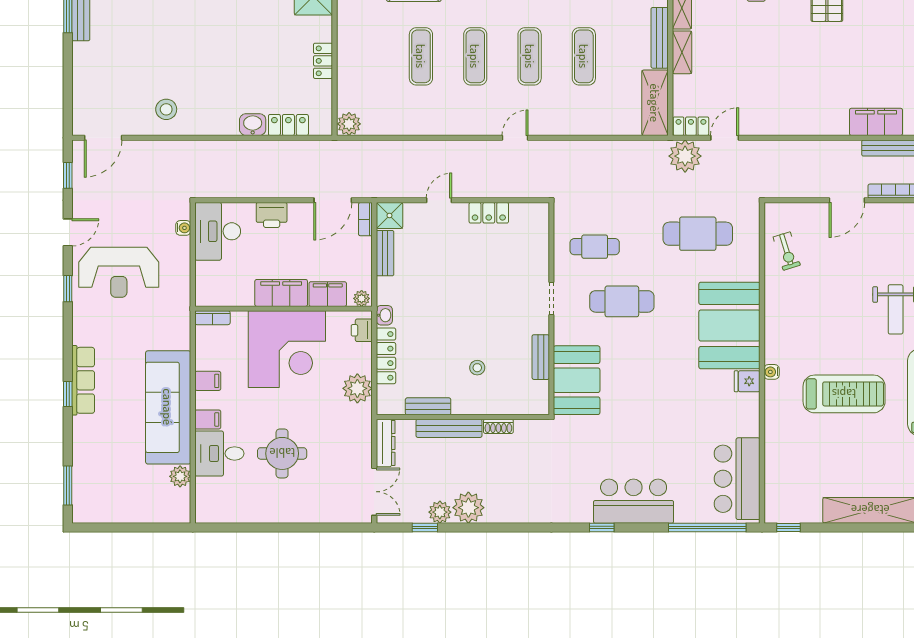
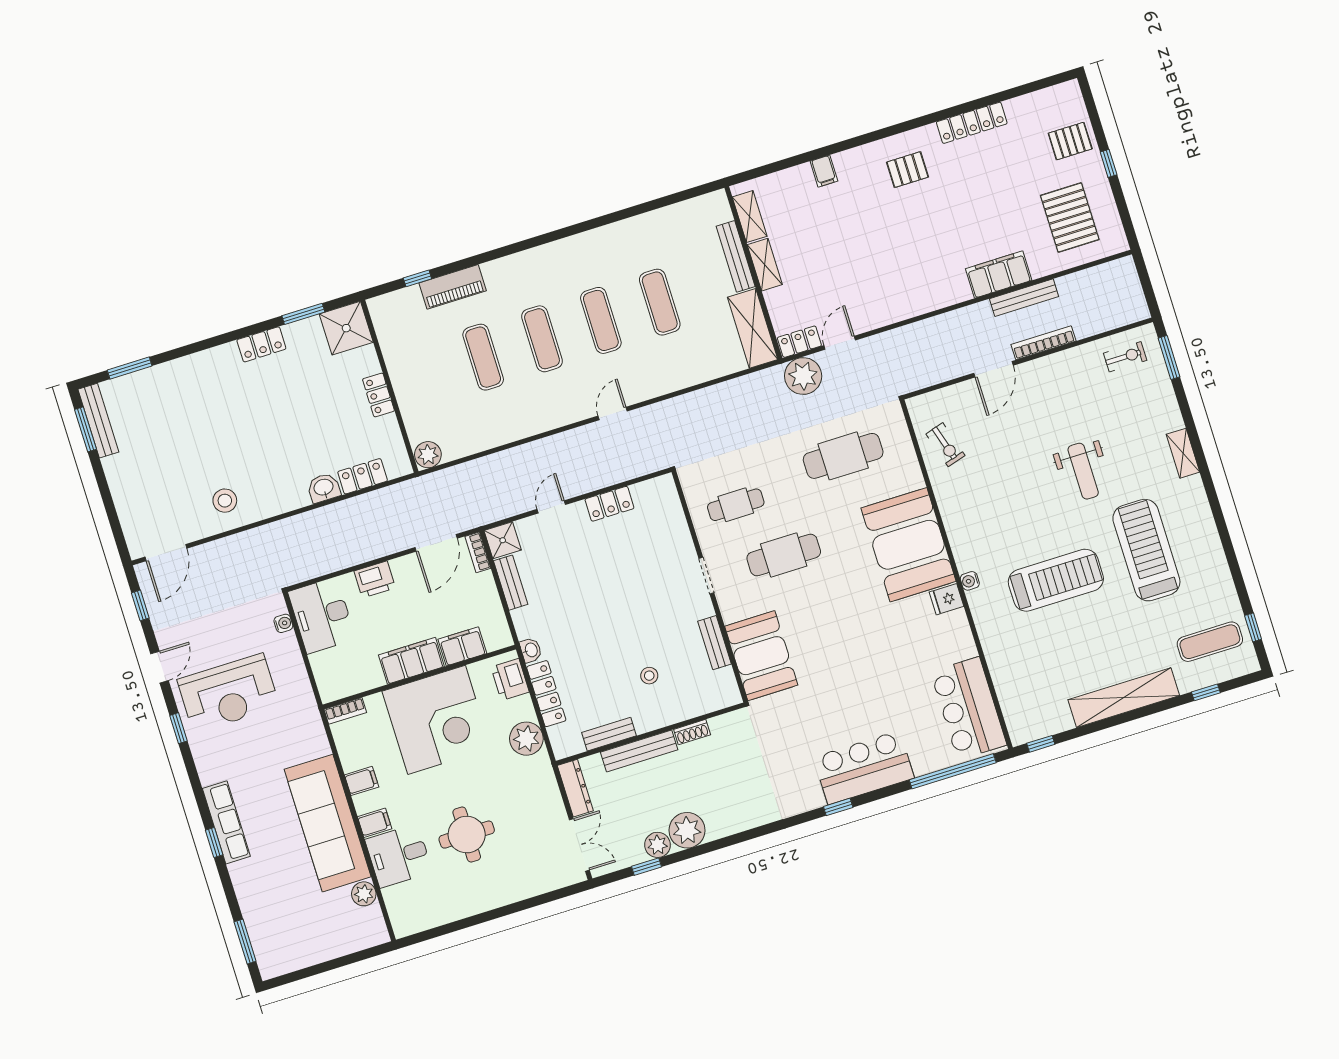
plant: (362, 298) -> (500, 640), removed
printer: (362, 330) -> (510, 679), width x1.36, depth x1.24

